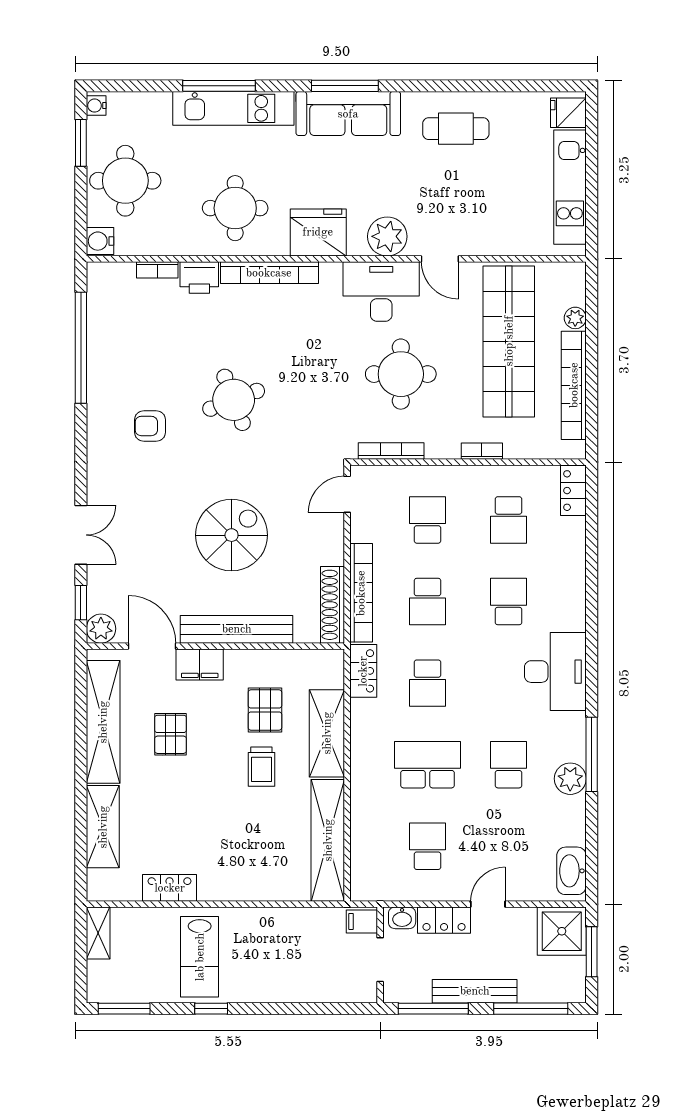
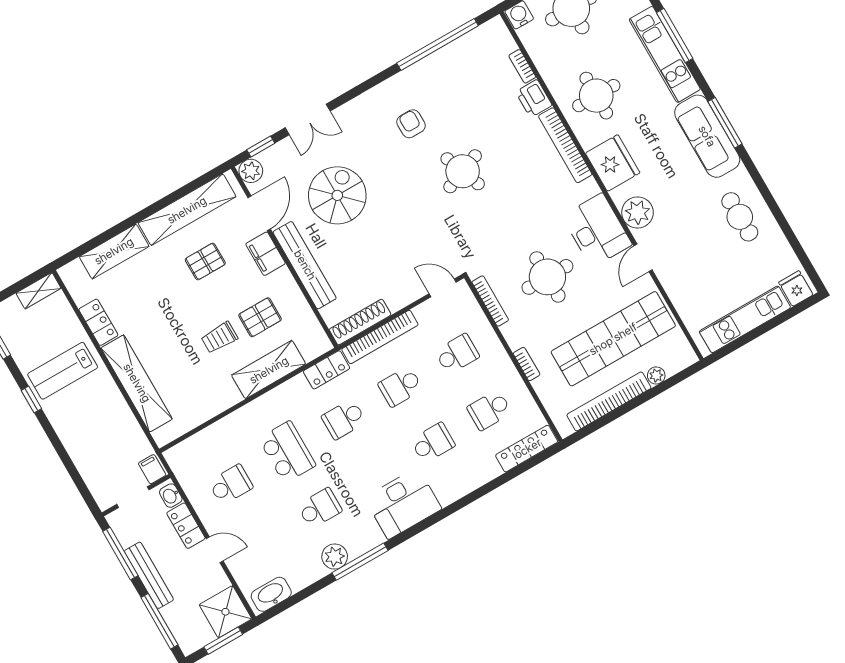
locker: (573, 491) -> (527, 449), width x1.53
spiral stairs: (232, 535) -> (337, 195), moved, turned -90
shelving: (328, 840) -> (137, 383), moved, turned 90

